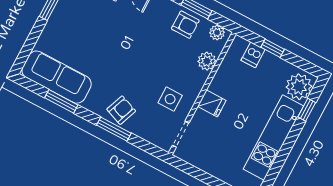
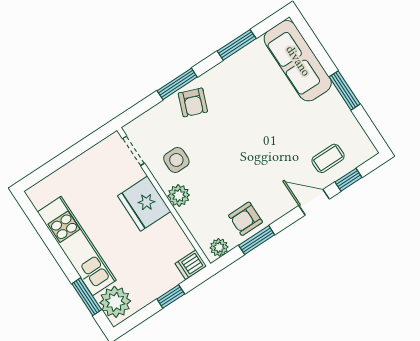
dishwasher: (253, 55) -> (191, 265), moved, turned -90
plant: (207, 61) -> (179, 196), moved
sofa: (57, 77) -> (298, 61), moved, turned 90
fridge: (212, 103) -> (144, 204), width x1.88, depth x1.34
window: (307, 110) -> (87, 297), width x1.50

